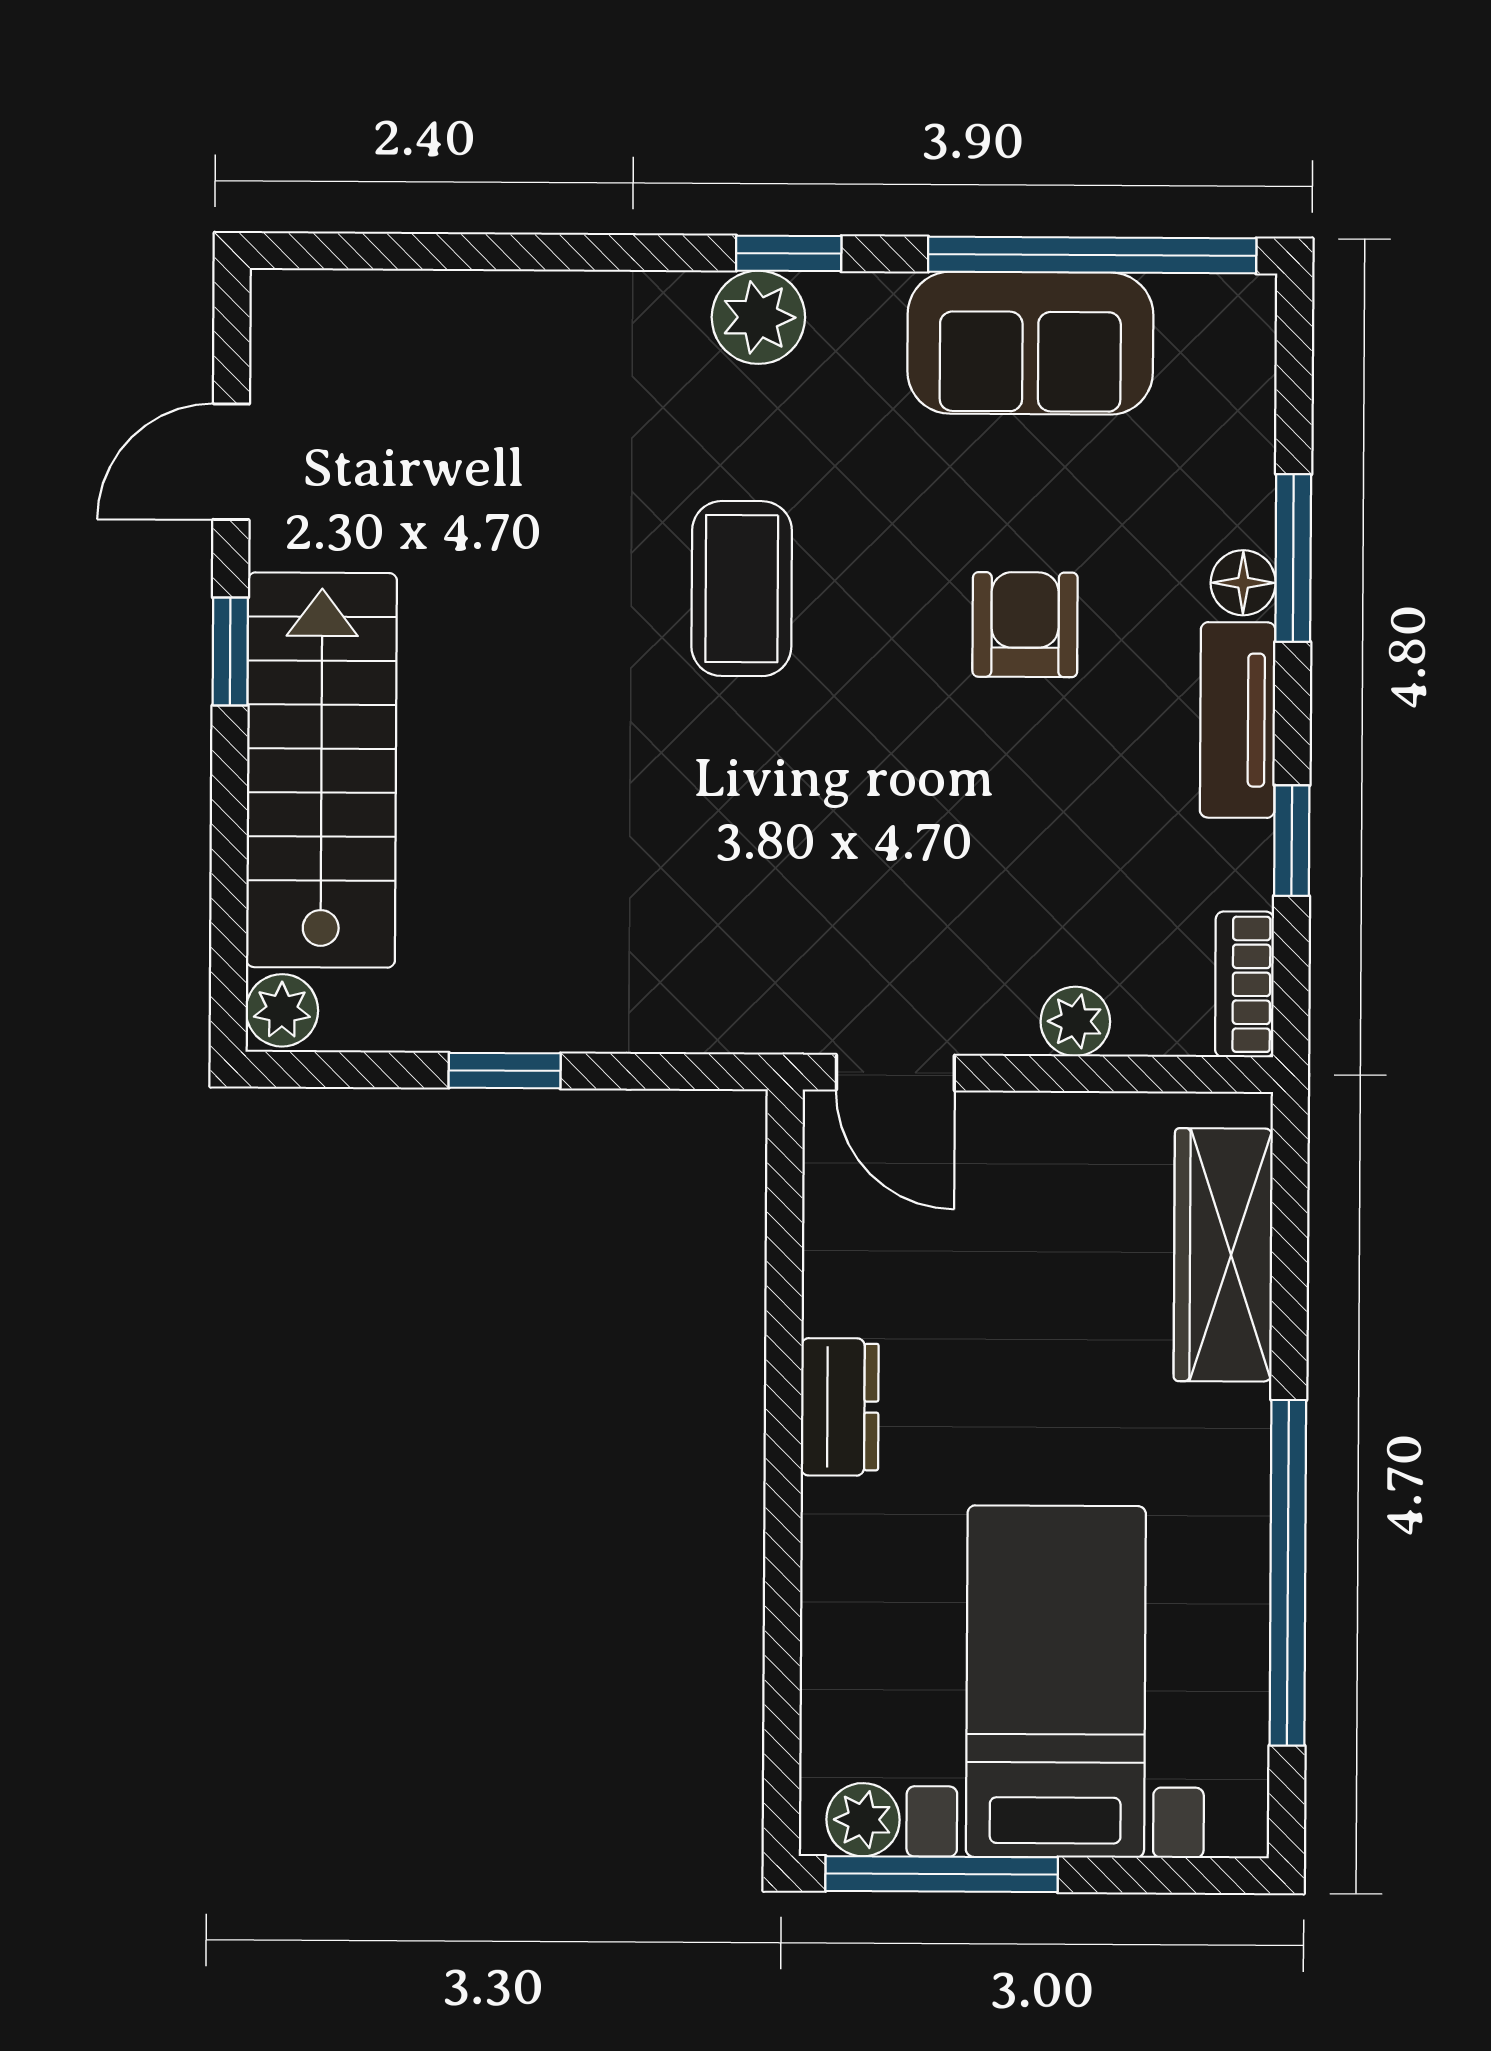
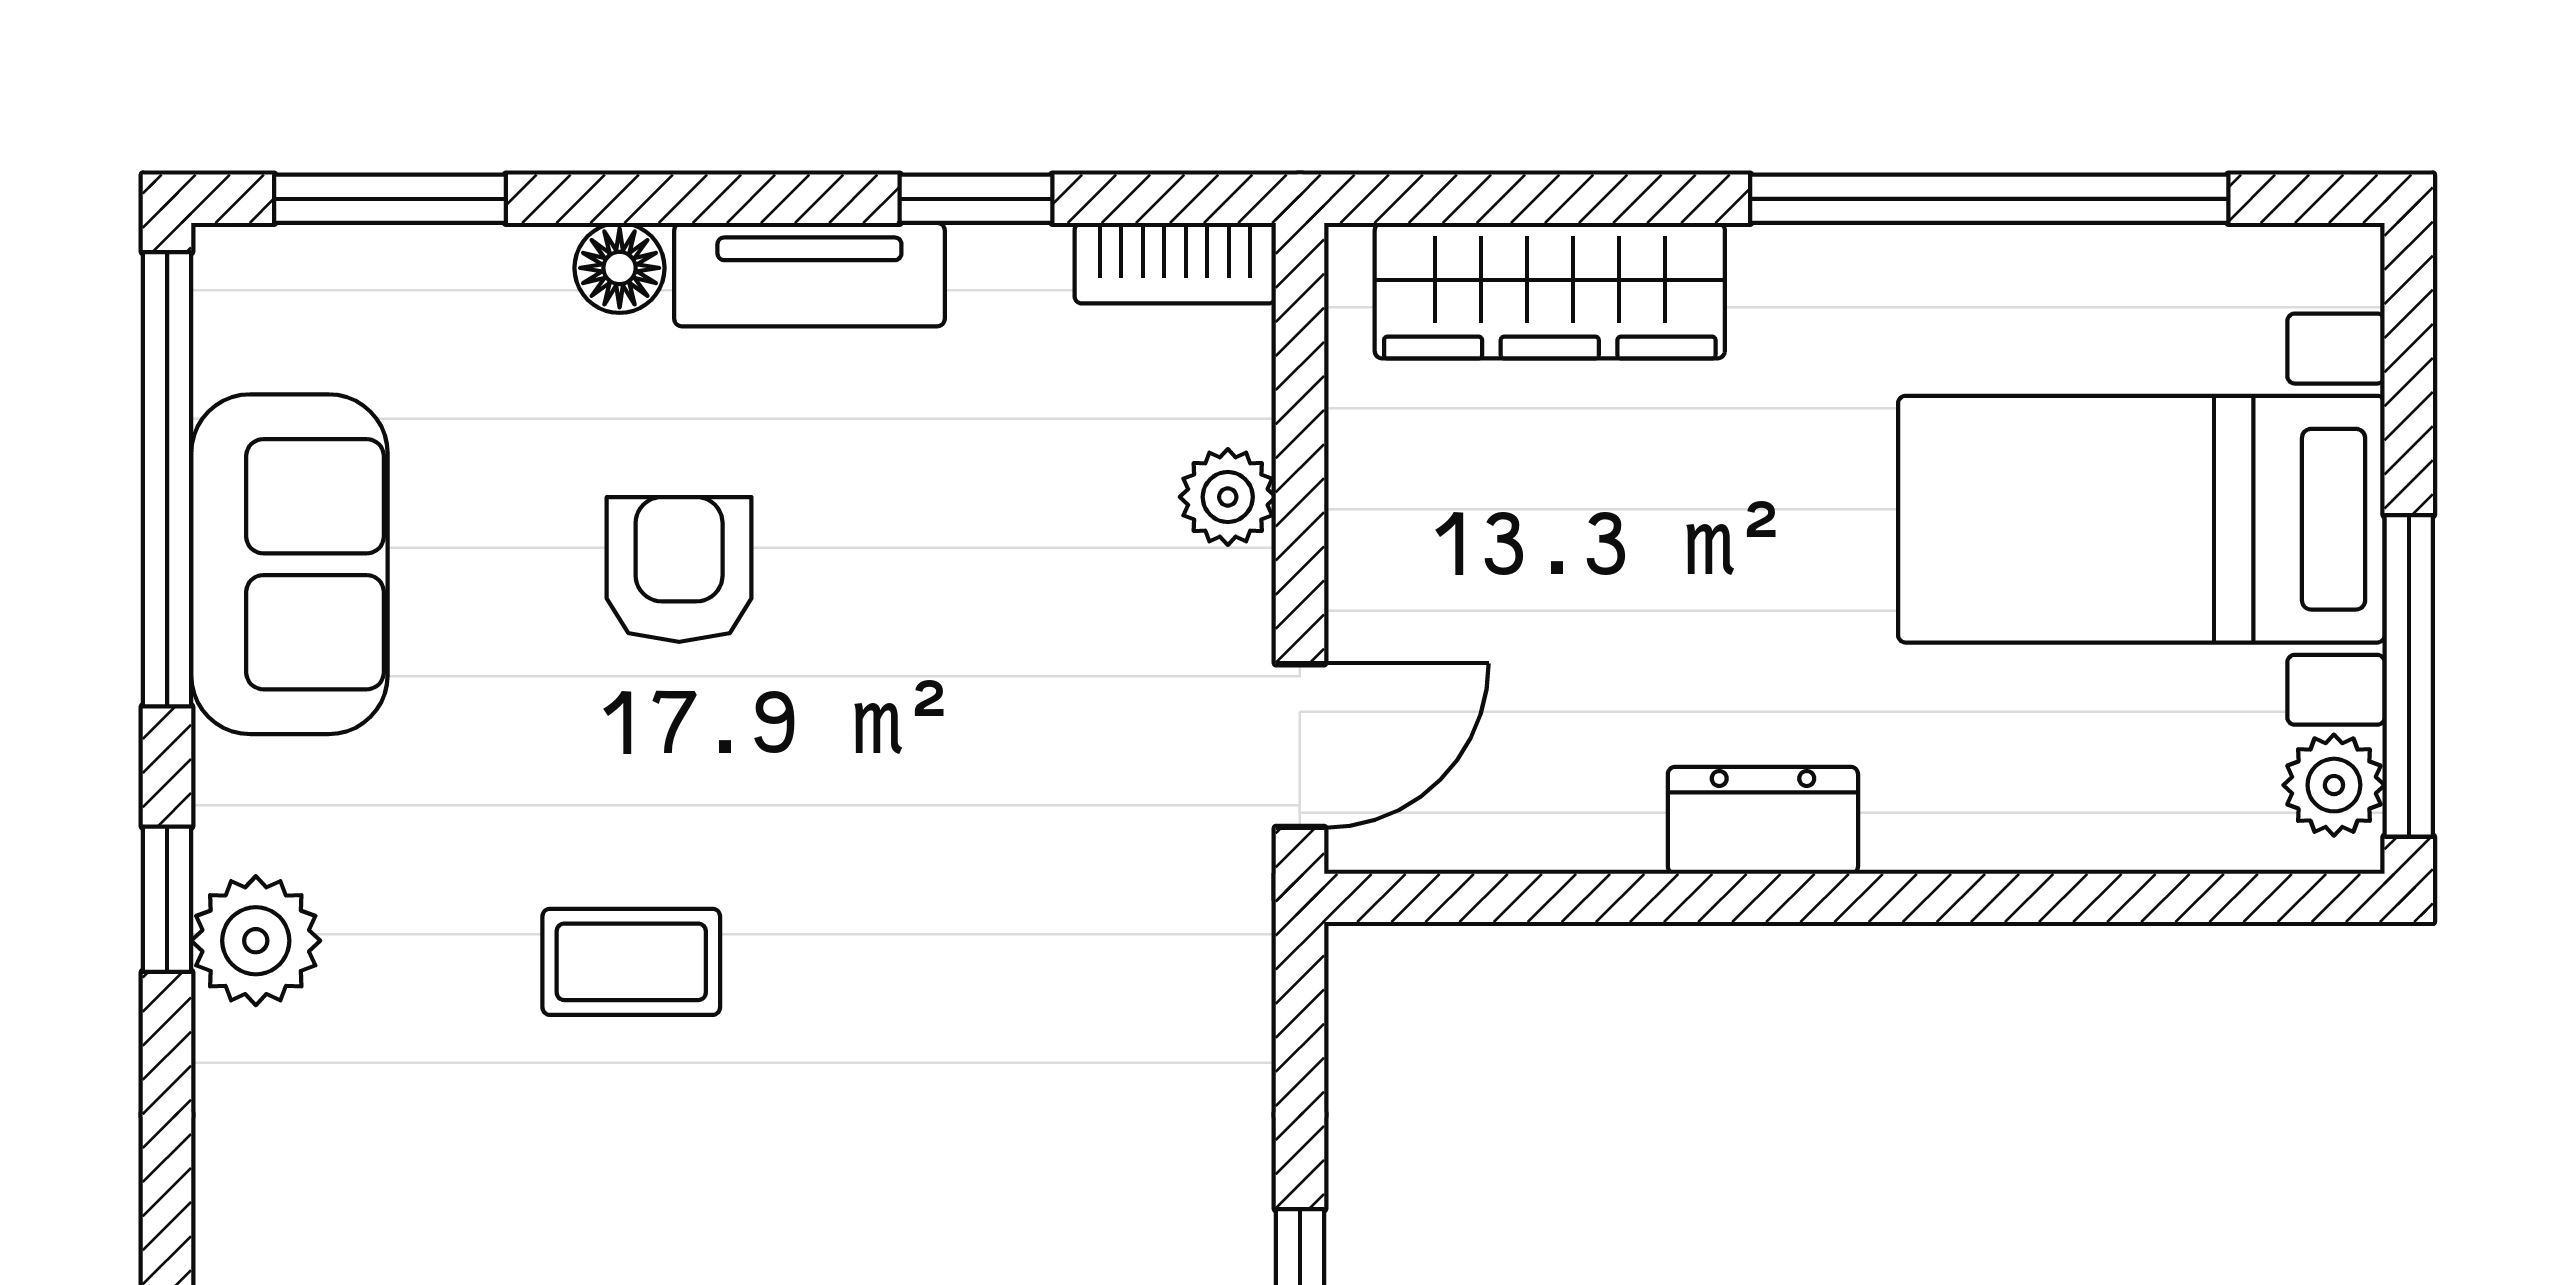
window: (1293, 558) -> (390, 199), moved
coffee table: (742, 589) -> (631, 962), width x0.73, depth x0.77
armchair: (1025, 625) -> (679, 569), turned 90

